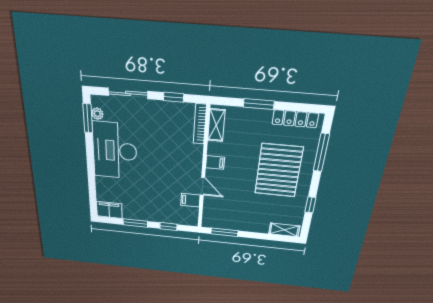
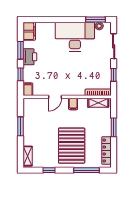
pallet: (279, 171) -> (72, 146), turned 90
filing cabinet: (190, 200) -> (28, 89), moved
printer: (144, 213) -> (30, 57), added
window: (224, 232) -> (21, 126), moved

